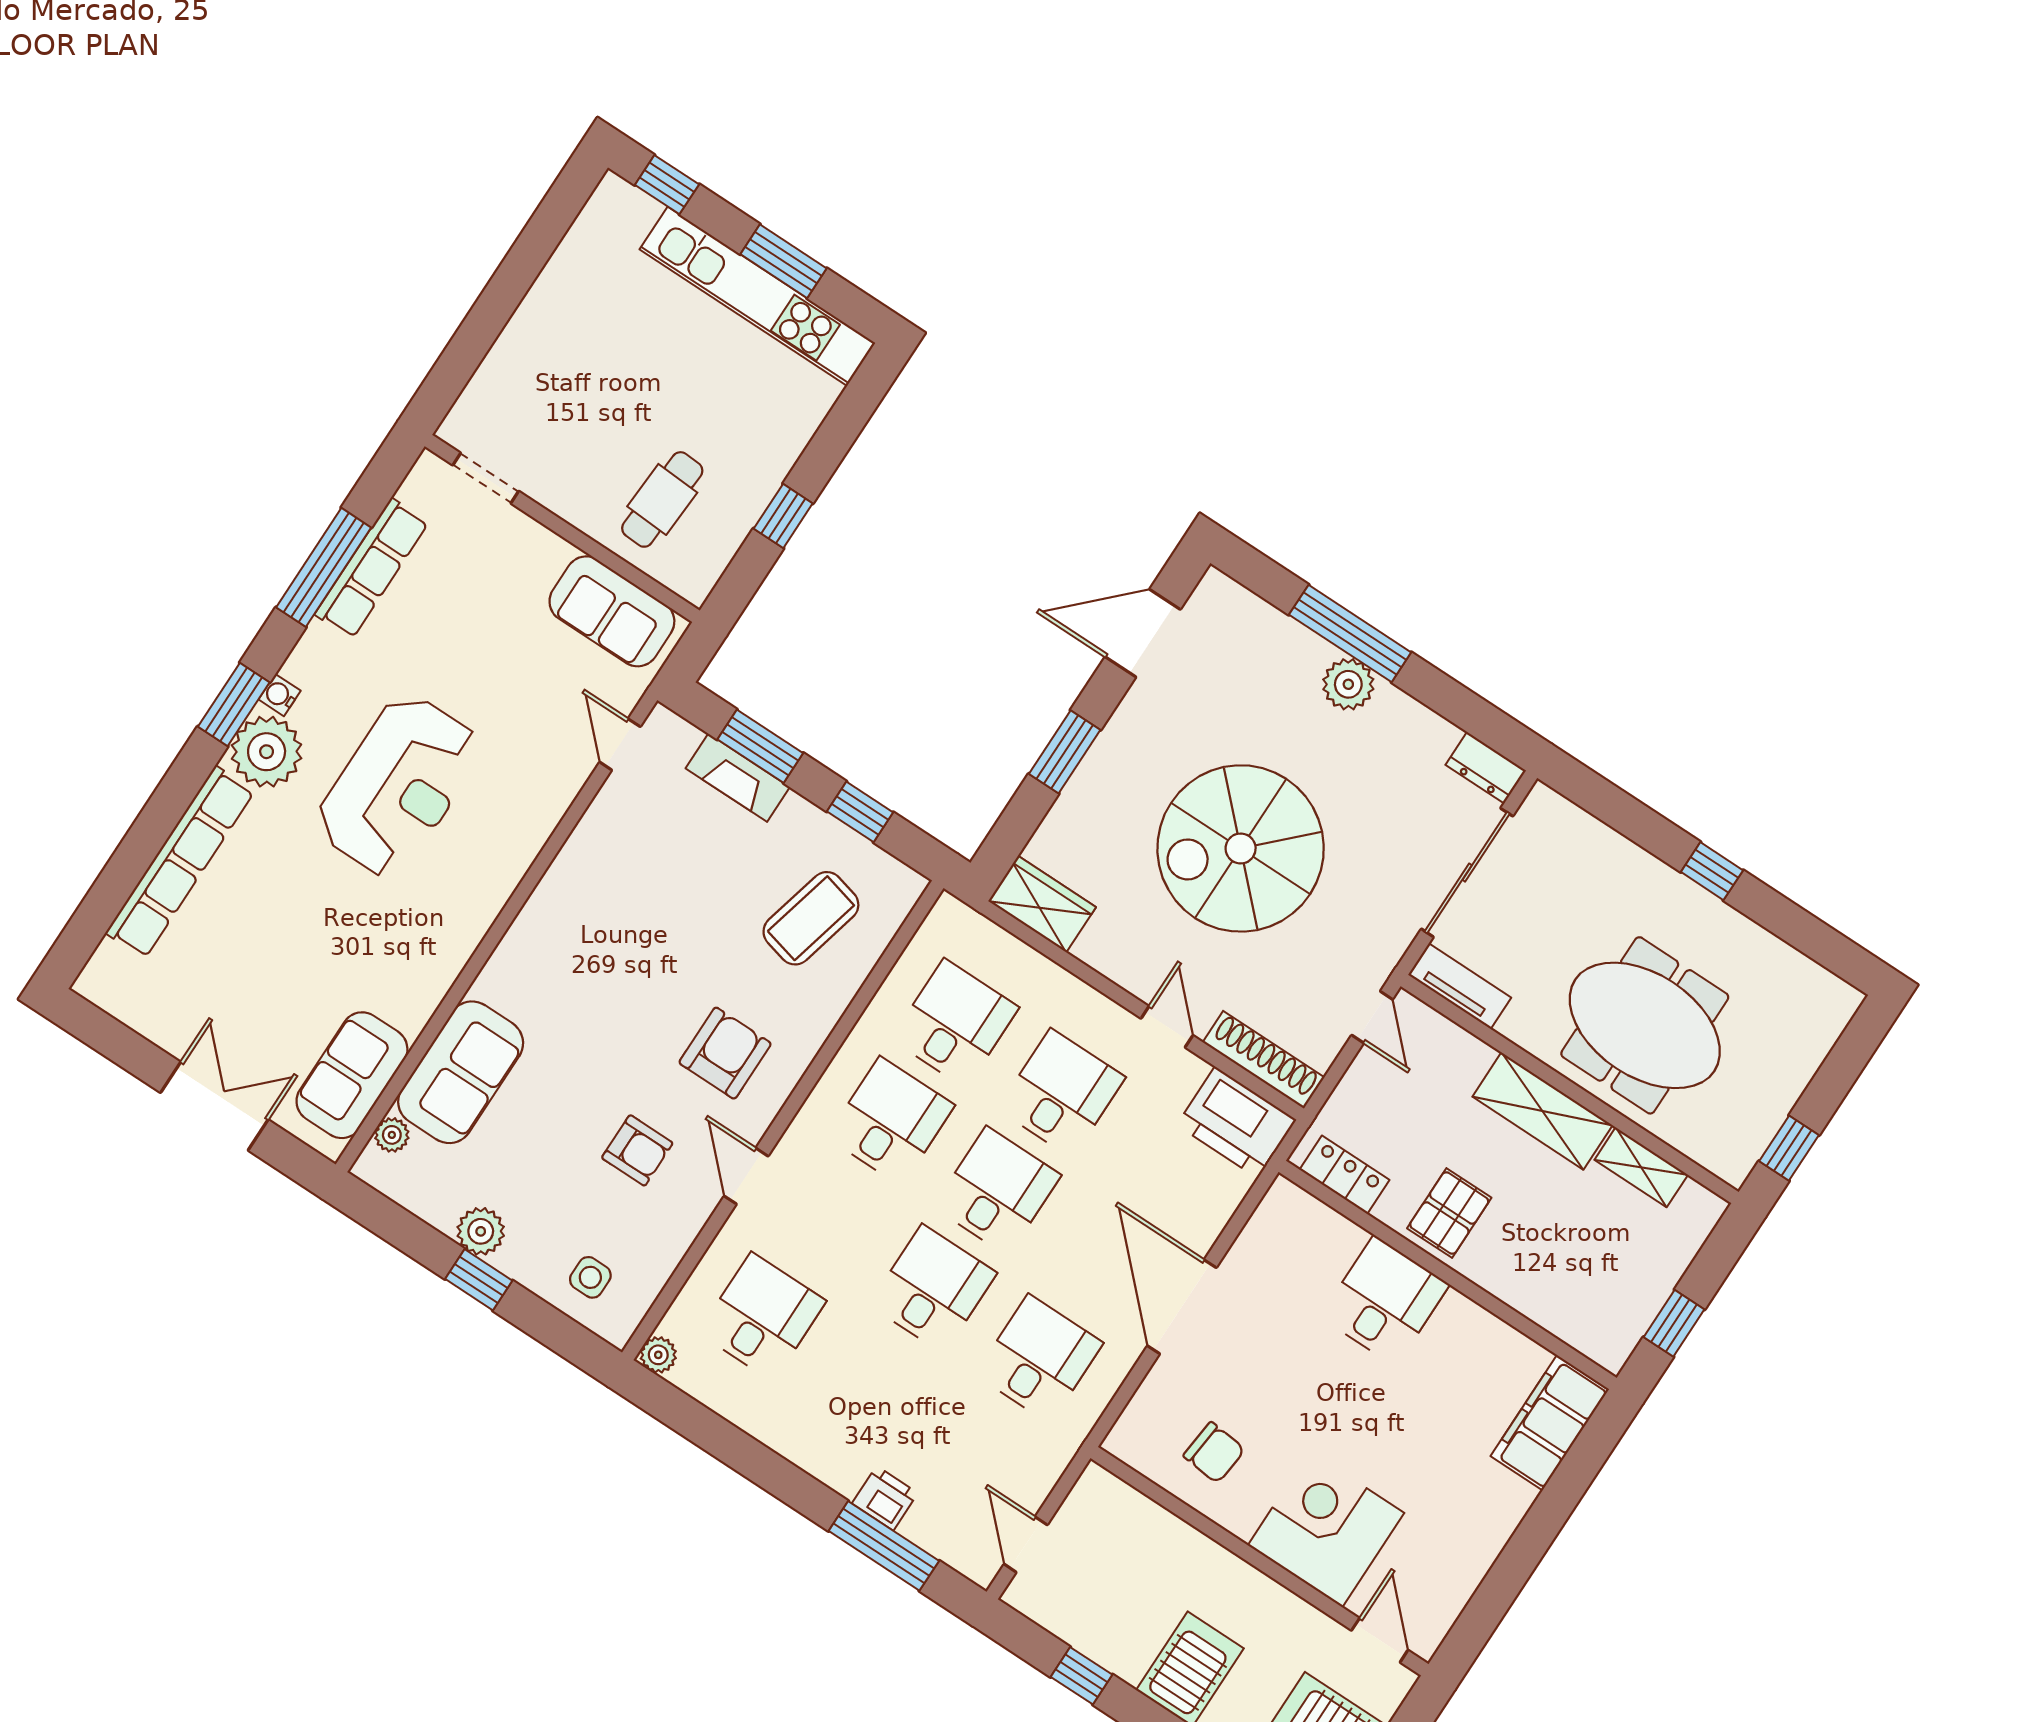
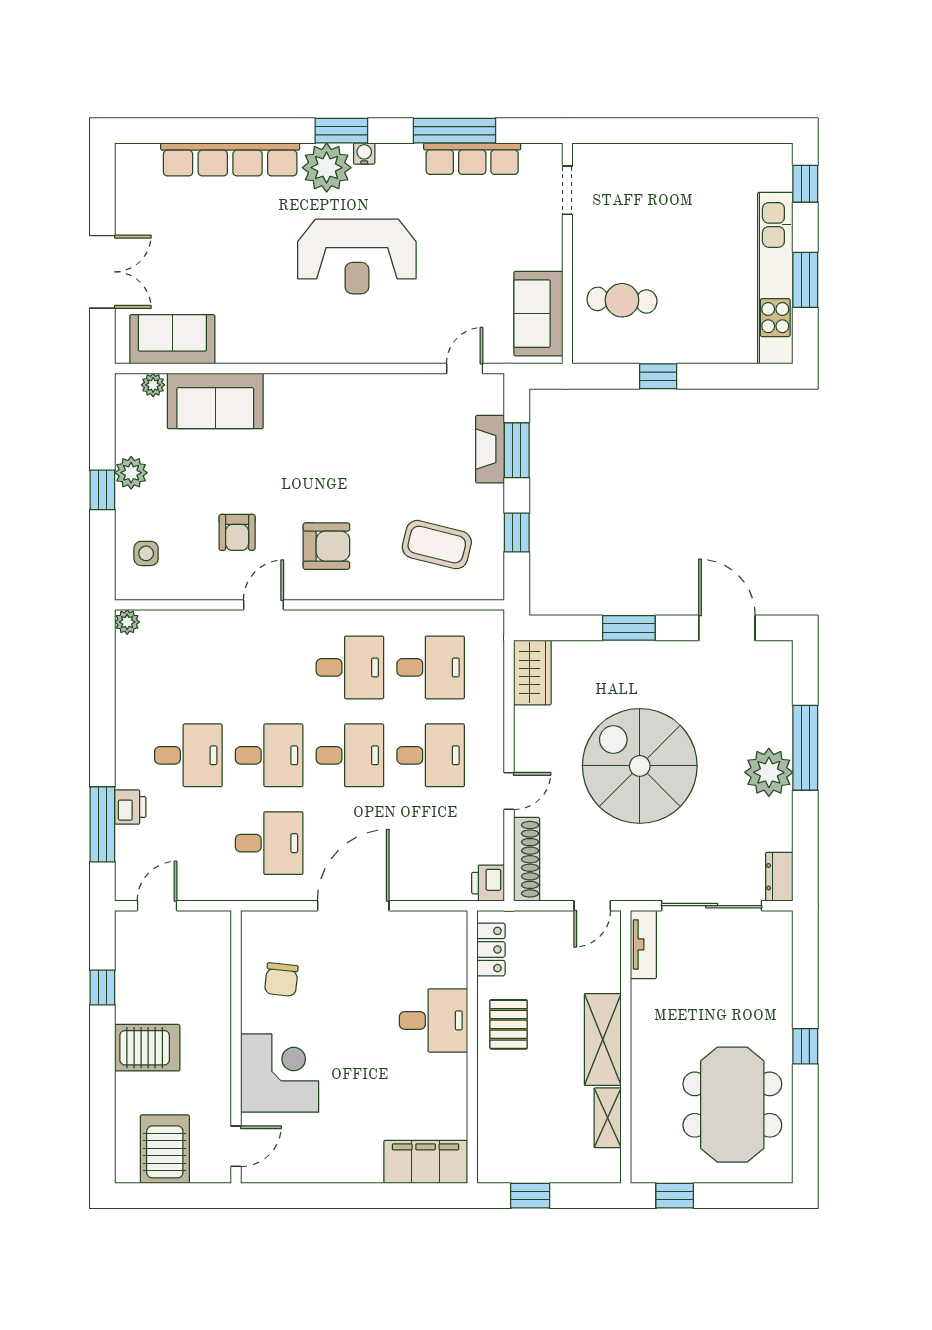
plant: (1348, 684) -> (769, 772), width x1.36, depth x1.36
meeting table: (1645, 1025) -> (732, 1105), moved
printer: (1236, 1122) -> (488, 883), width x0.53, depth x0.68
pallet: (1449, 1213) -> (509, 1024), turned 90
desk: (762, 1317) -> (188, 755), moved

